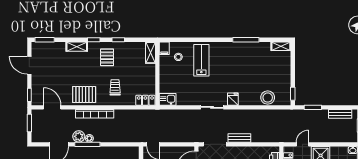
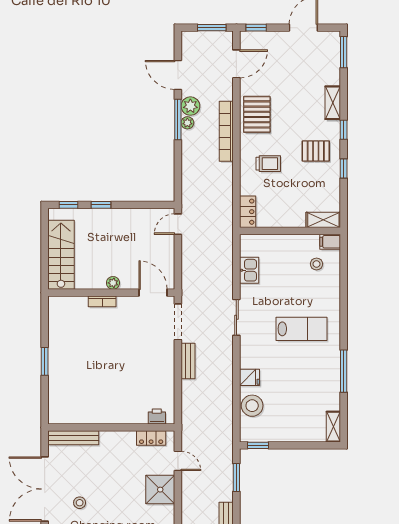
lab bench: (201, 60) -> (301, 329), moved
kitchen sink: (168, 99) -> (249, 270), moved
fridge: (233, 99) -> (250, 377), moved

